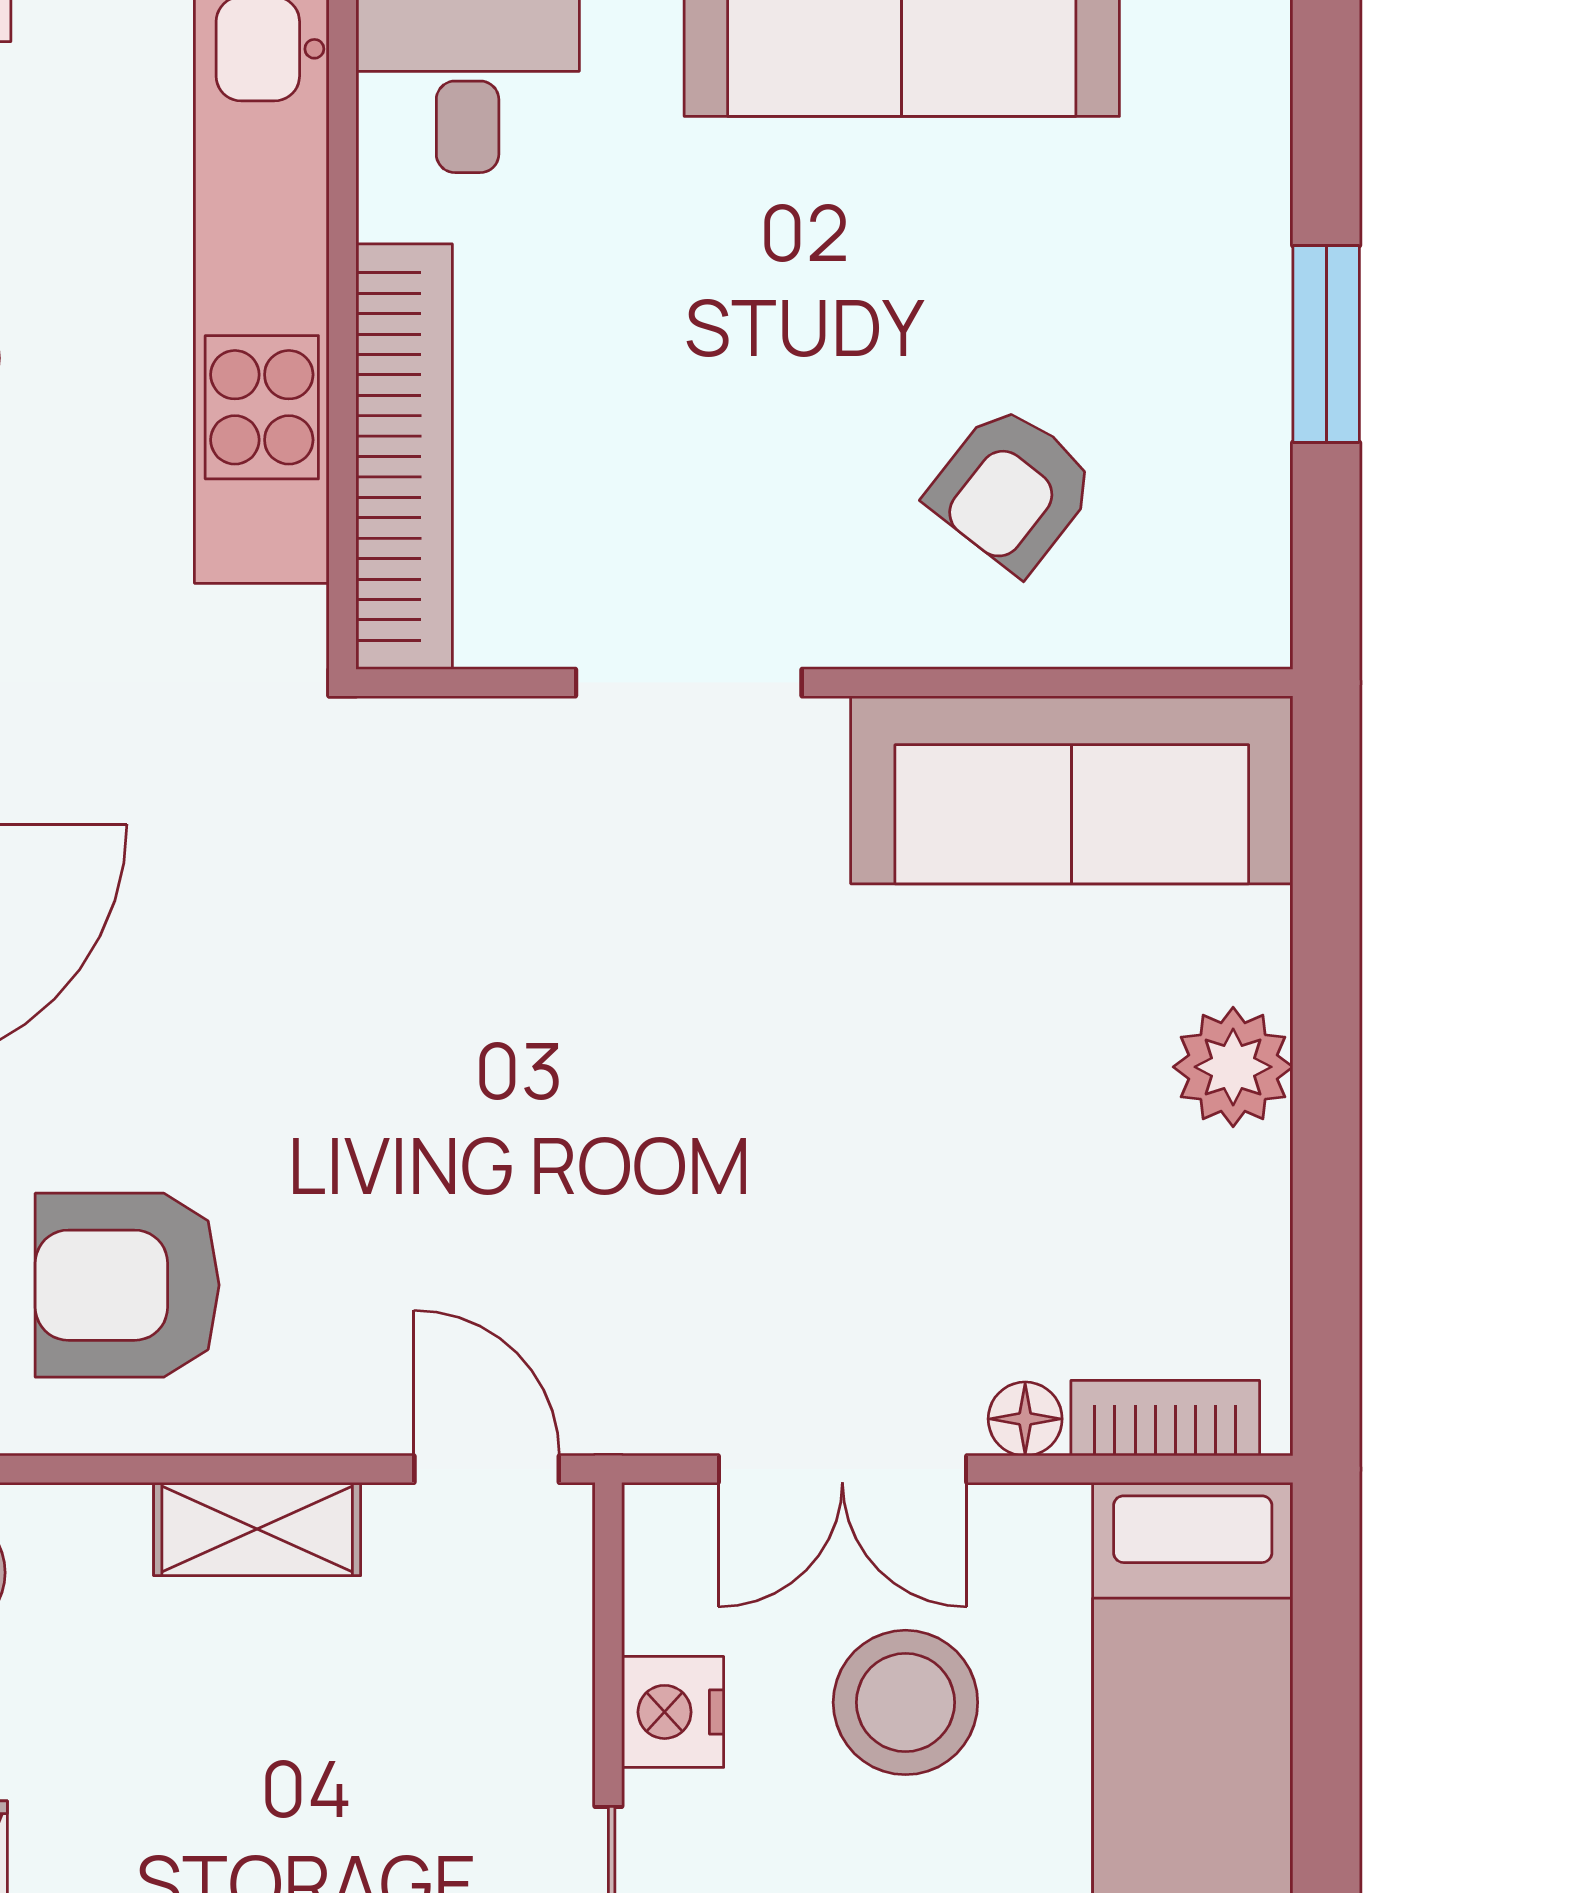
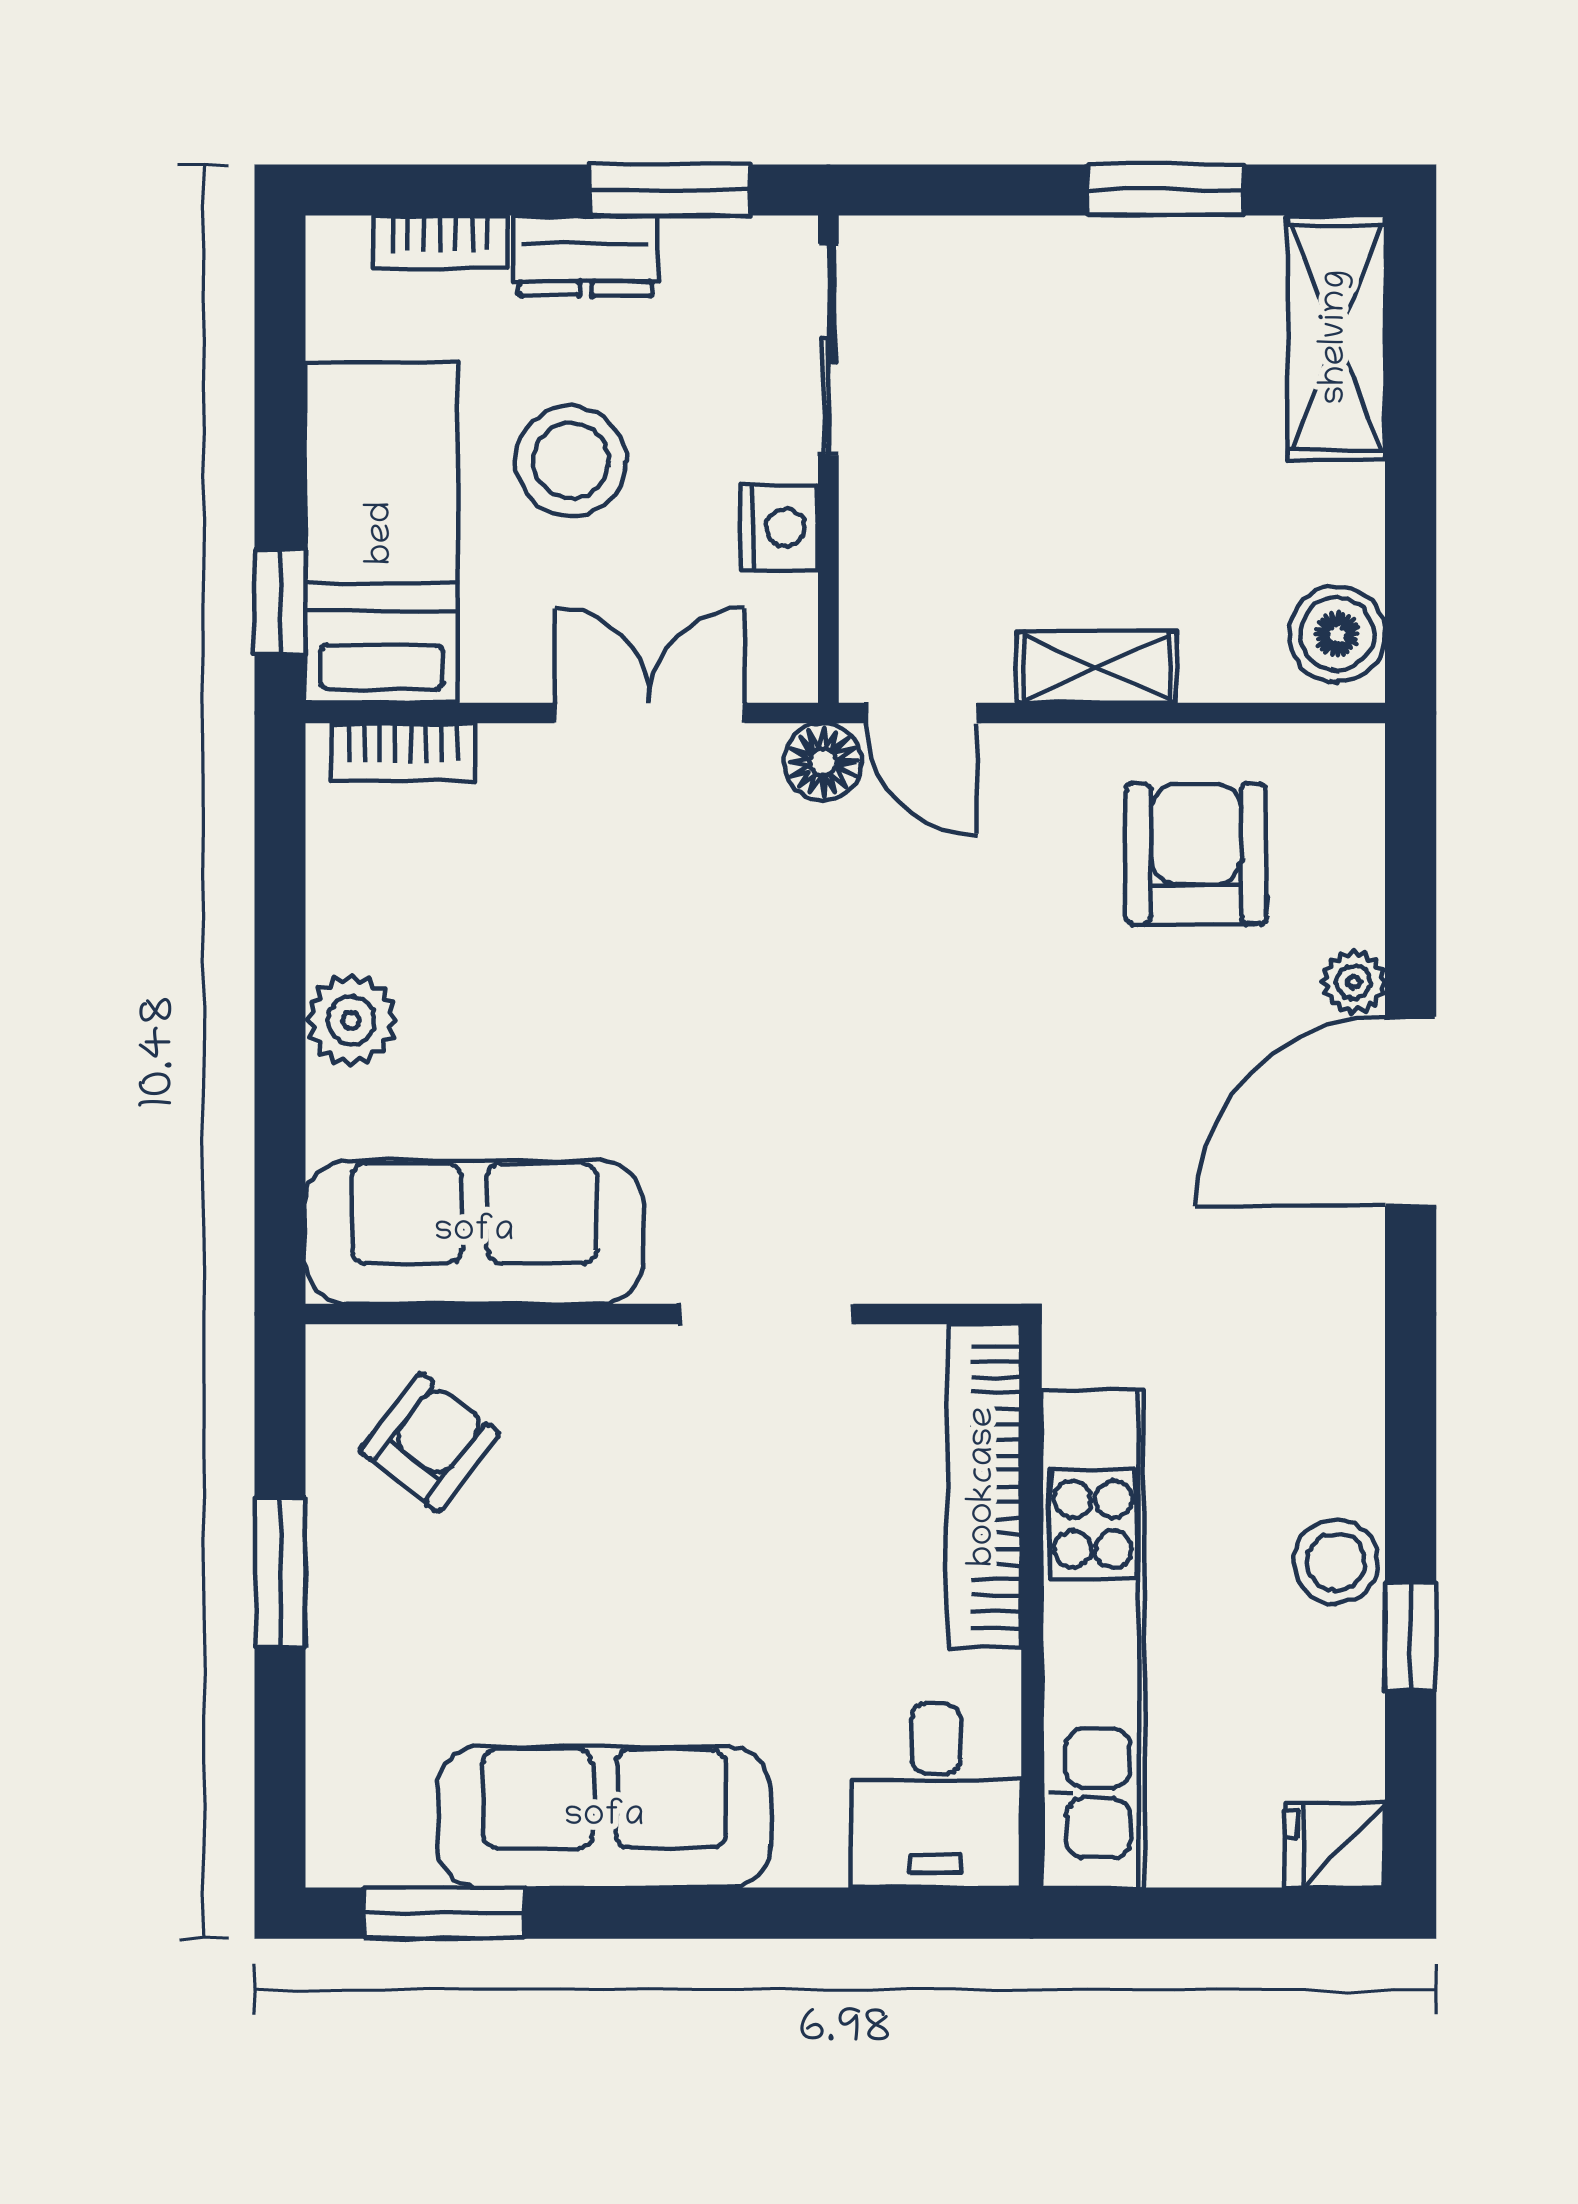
armchair: (1012, 489) -> (429, 1443), moved
armchair: (127, 1285) -> (1196, 854), turned -90
floor lamp: (1025, 1419) -> (823, 762), moved, width x1.37, depth x1.37
window: (1326, 1614) -> (280, 602), added
stool: (905, 1702) -> (571, 461), moved

